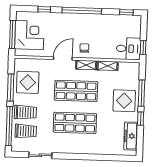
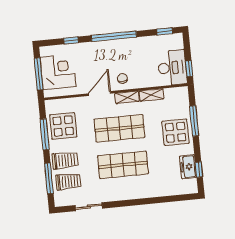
desk: (128, 49) -> (172, 68), width x1.37
window: (141, 119) -> (199, 170), moved
window: (9, 126) -> (49, 178), width x0.68
freezer: (131, 136) -> (188, 167), width x0.71

